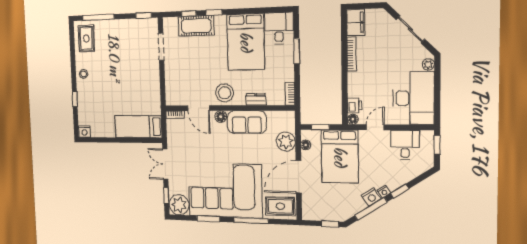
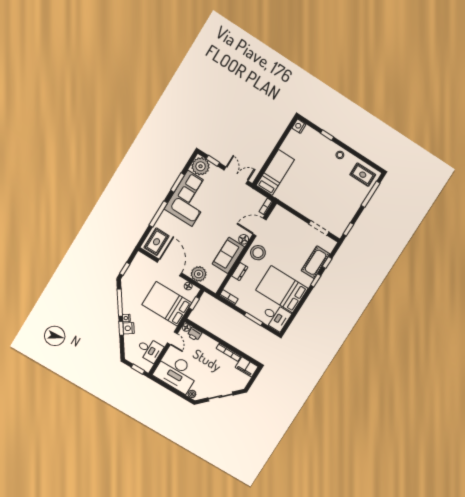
corner sofa: (225, 190) -> (190, 198), width x0.73, depth x0.74
nightstand: (371, 197) -> (129, 328), moved

